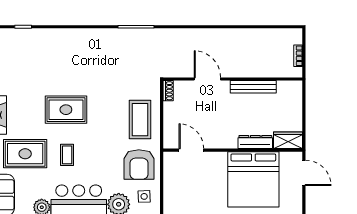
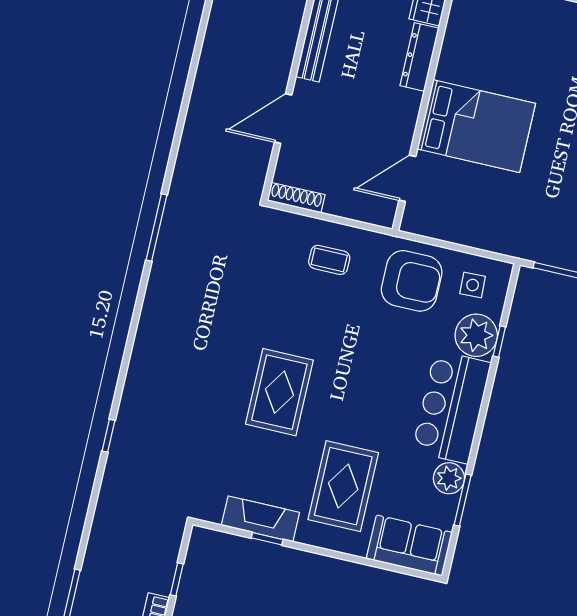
shoe rack: (168, 91) -> (296, 198), width x1.43
coffee table: (140, 120) -> (329, 260), width x0.54, depth x0.58
coffee table: (67, 155) -> (363, 409), removed
bed: (253, 179) -> (476, 126), moved, width x0.73

